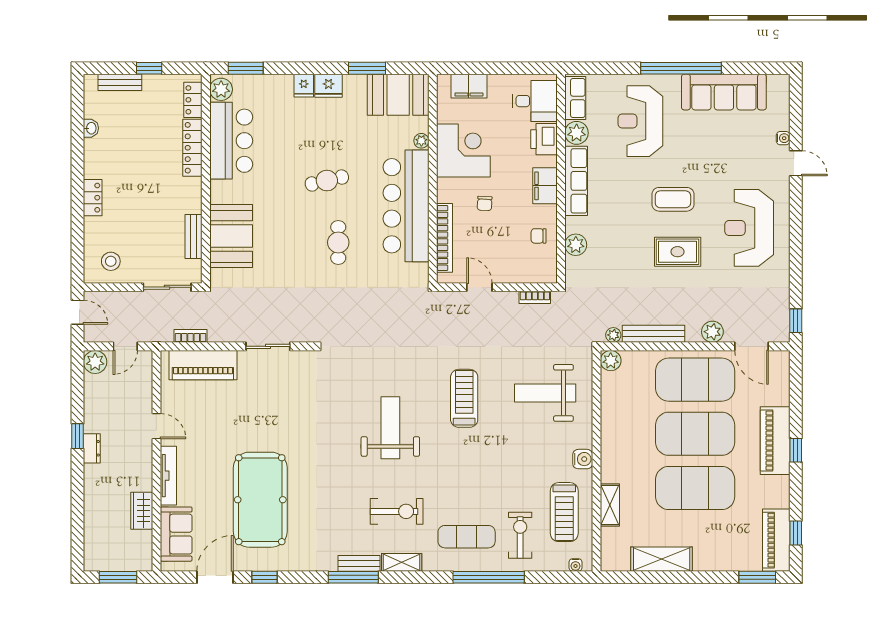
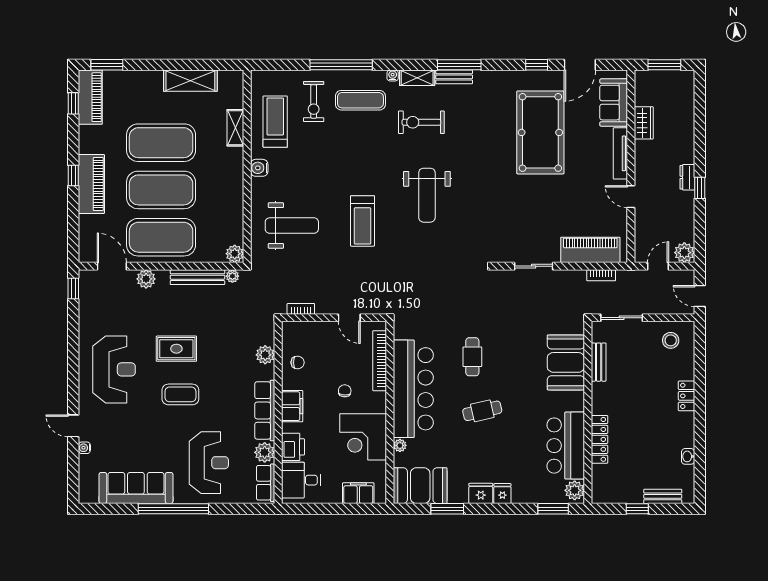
locker: (193, 100) -> (599, 481), removed
water cooler: (575, 565) -> (393, 76), moved

